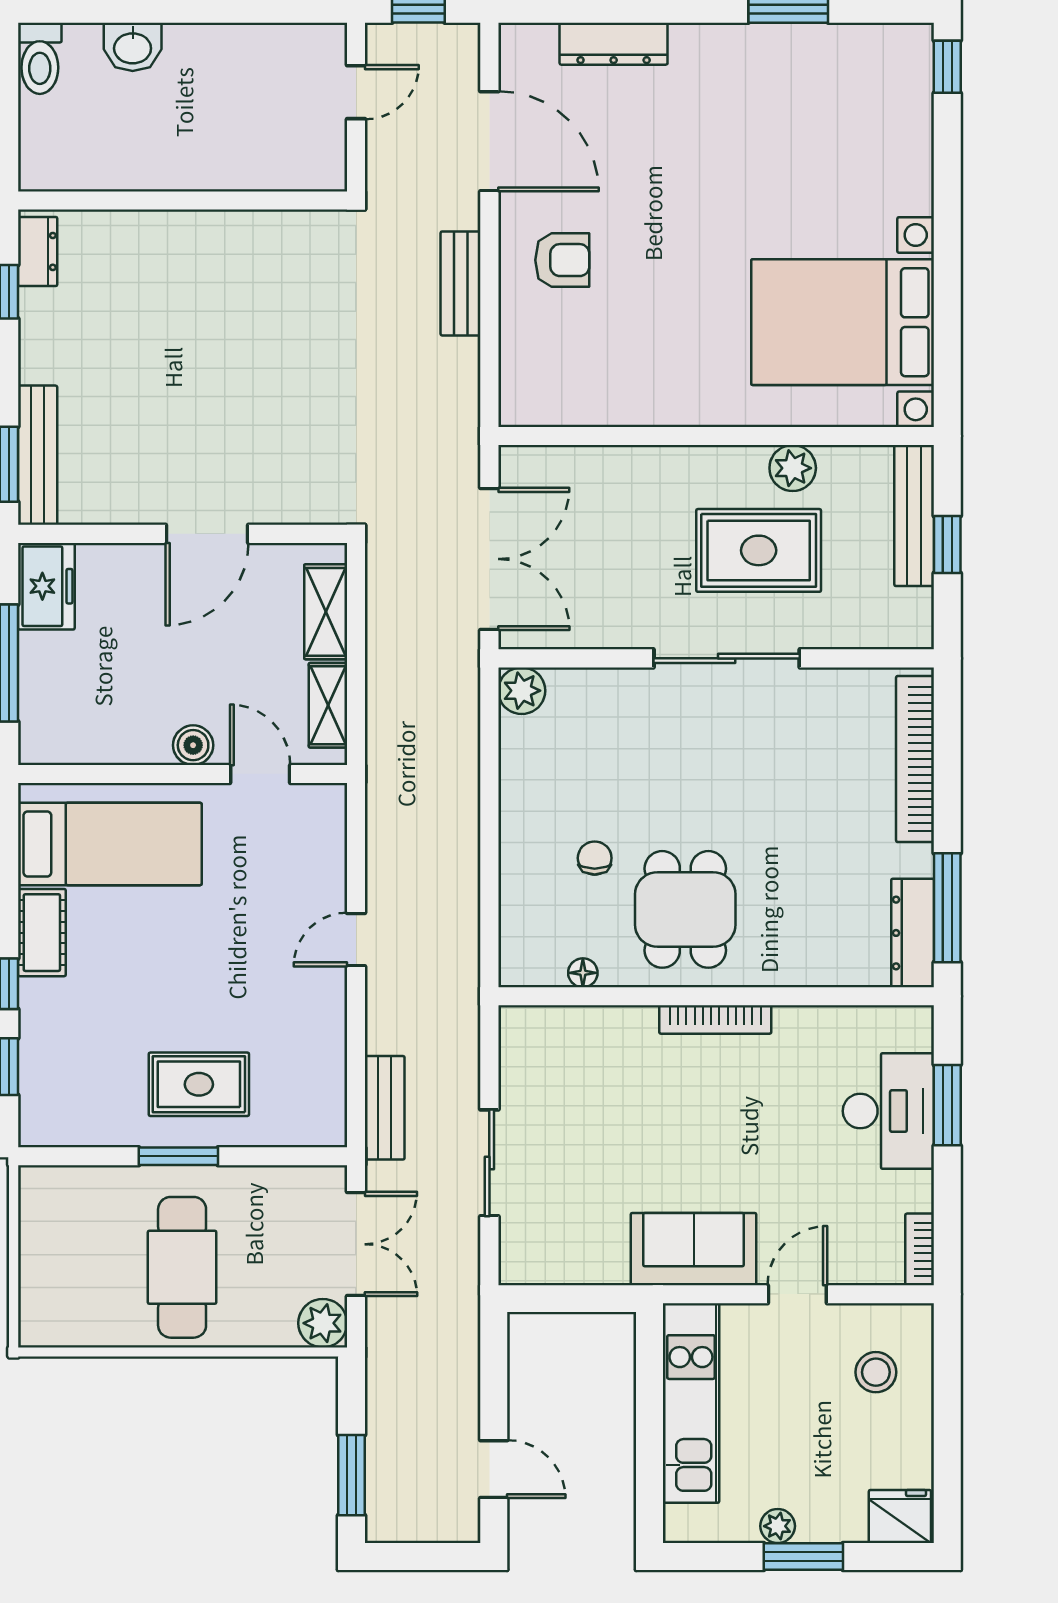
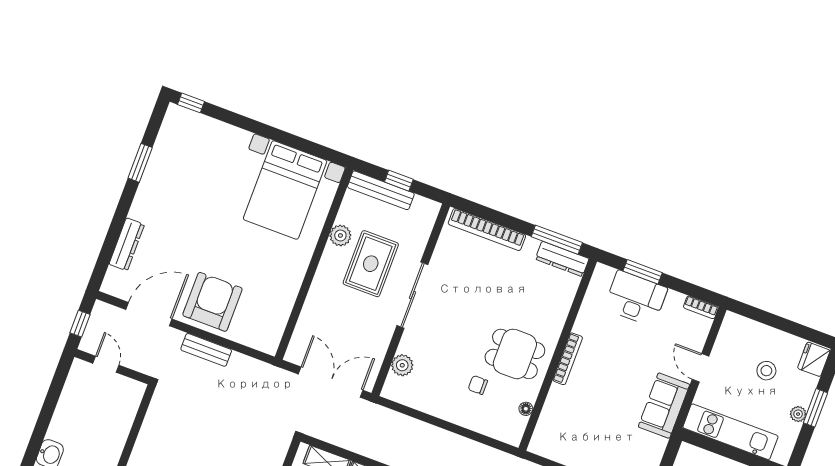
armchair: (562, 260) -> (212, 302), width x1.88, depth x1.88
plant: (522, 691) -> (402, 365), moved
stool: (876, 1372) -> (766, 371), moved

